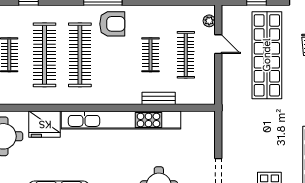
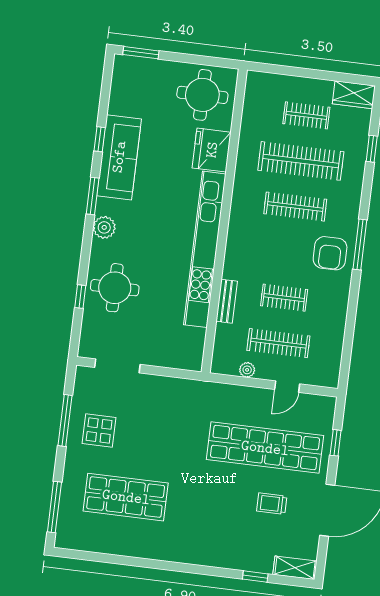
plant: (209, 21) -> (247, 370), moved
clothes rail: (80, 55) -> (295, 207), width x0.73, depth x0.76

